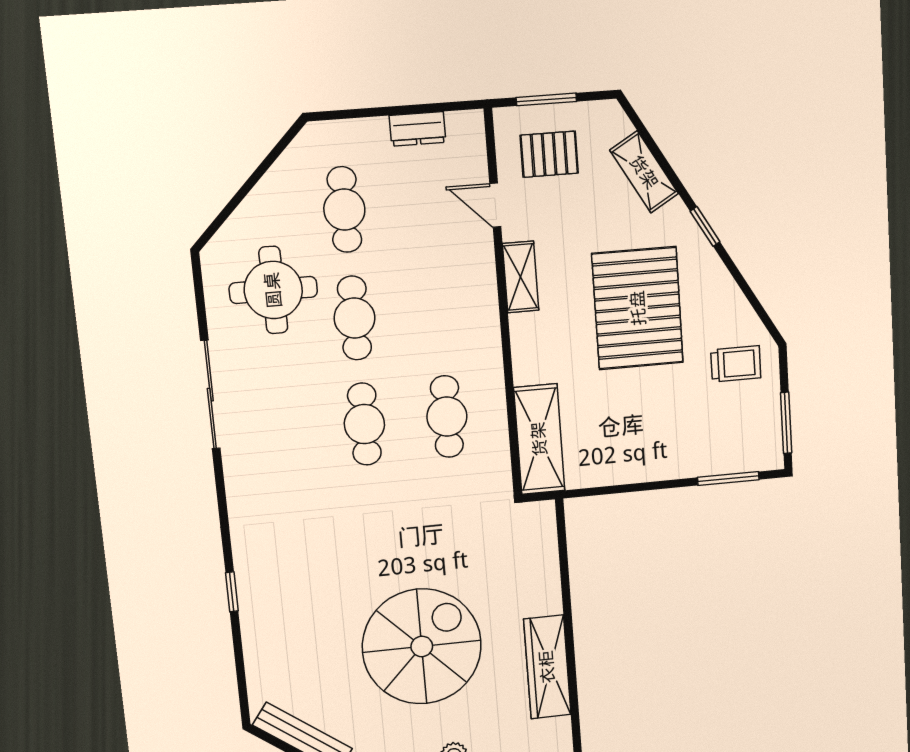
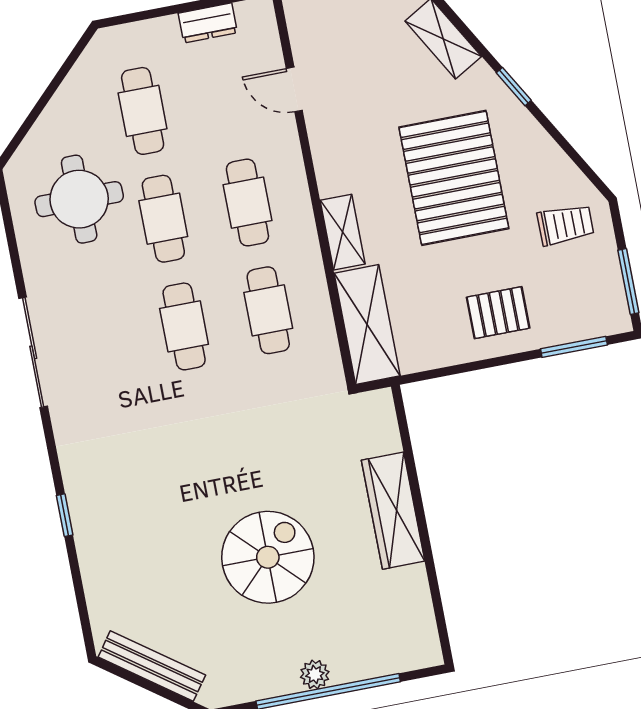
pallet: (549, 154) -> (498, 313), moved
shelving: (521, 277) -> (343, 232), moved
cafe table: (438, 311) -> (247, 203), added
sliding door: (210, 395) -> (33, 352), moved
spiral stairs: (422, 646) -> (268, 557), width x0.73, depth x0.73
wardrobe: (547, 667) -> (393, 511), moved

